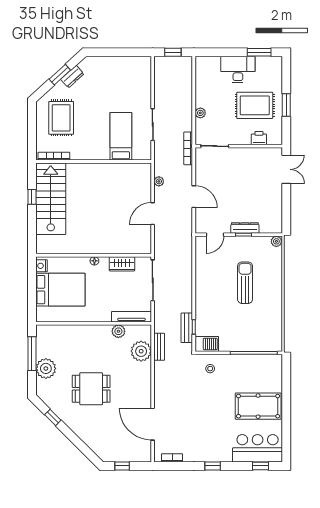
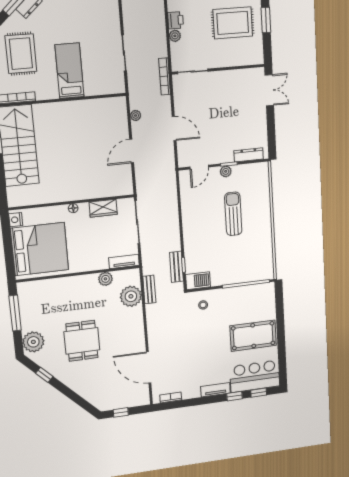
bed: (121, 136) -> (70, 71), moved
printer: (259, 138) -> (175, 20), moved, turned 90
dresser: (245, 228) -> (249, 155), moved
plant: (276, 241) -> (226, 171), moved
bed: (60, 290) -> (40, 249), width x1.36
tv unit: (131, 317) -> (124, 262), width x0.71
plant: (46, 368) -> (33, 342), moved
dining table: (91, 389) -> (82, 341), turned 90
tv unit: (217, 456) -> (216, 390), added
window: (213, 466) -> (234, 396), moved

